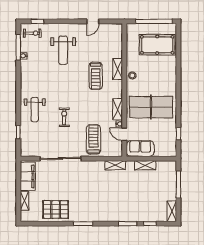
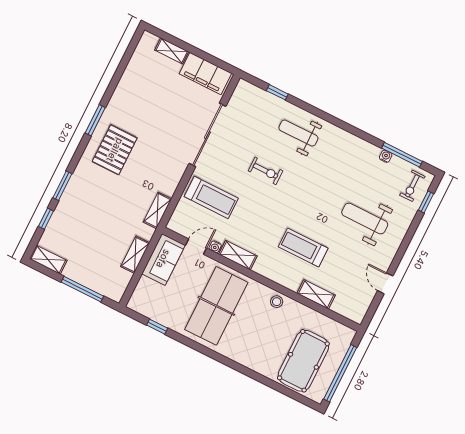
shelving: (118, 69) -> (316, 294), moved
pallet: (56, 209) -> (115, 150), moved

